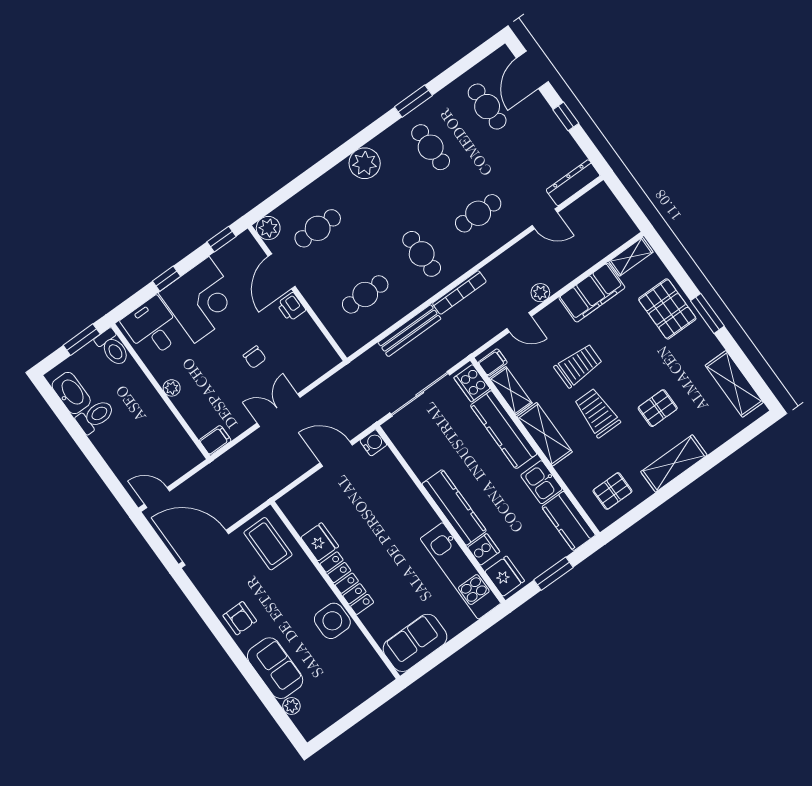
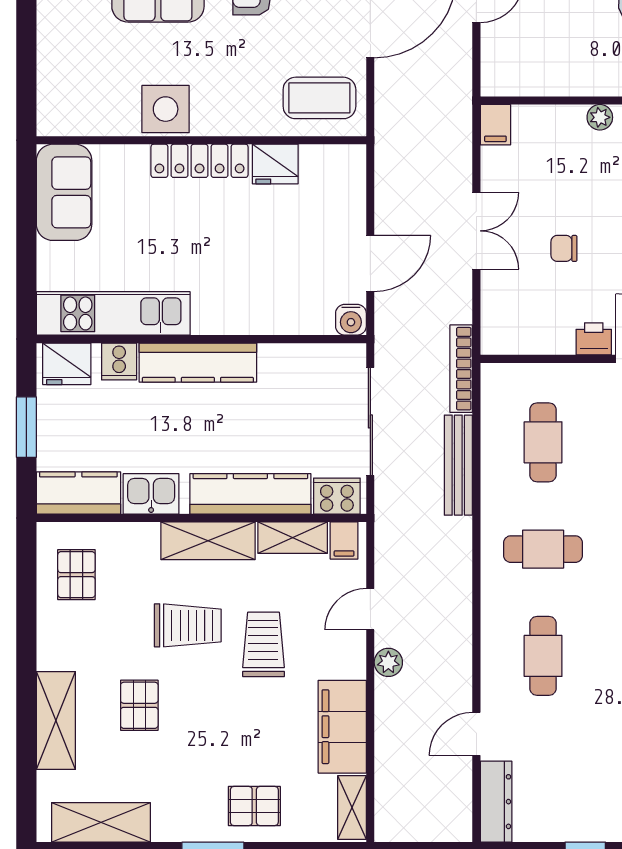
bookcase: (459, 292) -> (461, 369), moved
pallet: (667, 309) -> (254, 806), width x0.67, depth x0.71
trolley: (578, 366) -> (263, 644), turned 180
shelving: (674, 463) -> (56, 721), moved

